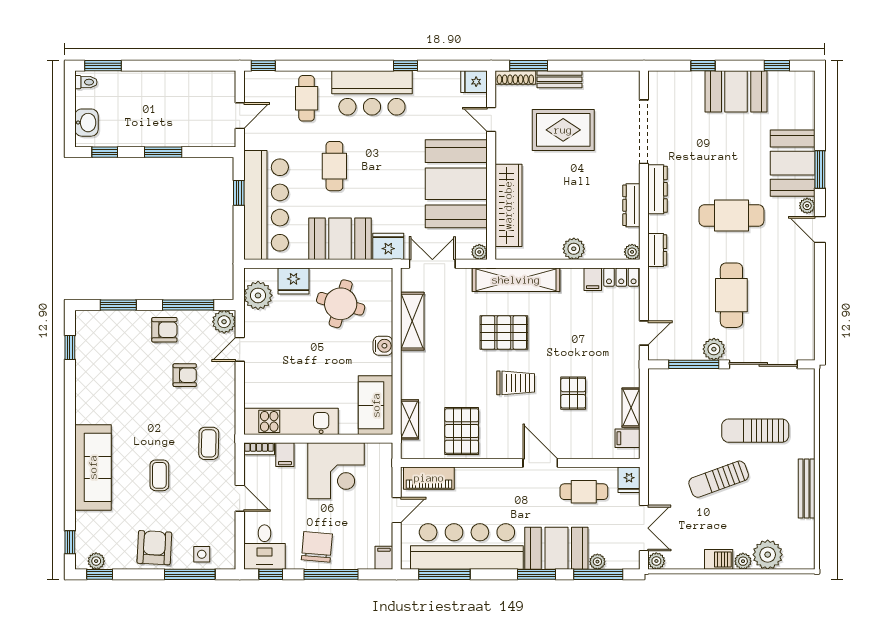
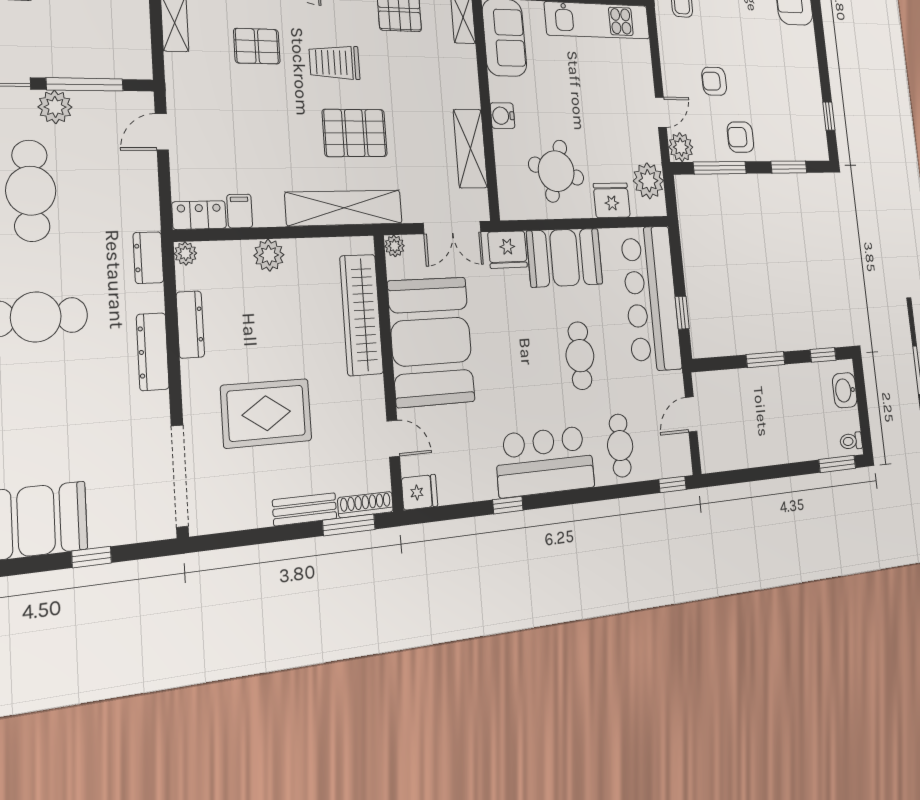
rug: (563, 130) -> (266, 413), moved
doorway: (644, 132) -> (180, 476), moved
pallet: (573, 393) -> (257, 46), turned 90

